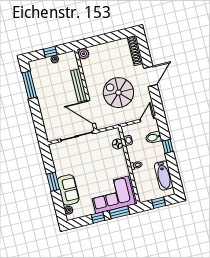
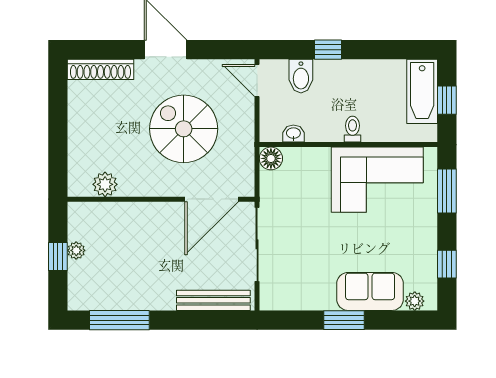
plant: (84, 54) -> (105, 184), moved
bench: (79, 85) -> (213, 300), moved
spiral stairs: (118, 93) -> (184, 129), turned 90
floor lamp: (118, 144) -> (271, 158), moved
bathtub: (164, 176) -> (422, 91), moved, turned 90
corner sofa: (112, 195) -> (377, 180), moved, turned -90
window: (98, 218) -> (447, 264), moved

